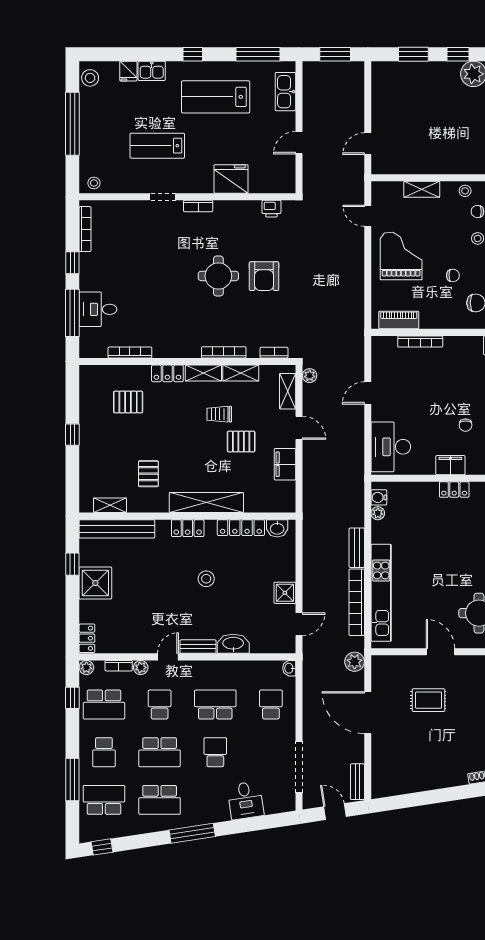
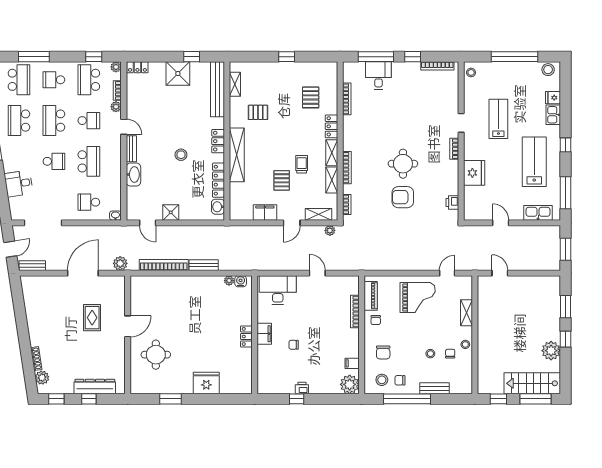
chair: (453, 275) -> (376, 320), moved
kitchen unit: (381, 593) -> (171, 283), removed
school desk: (271, 704) -> (89, 202), turned 180

